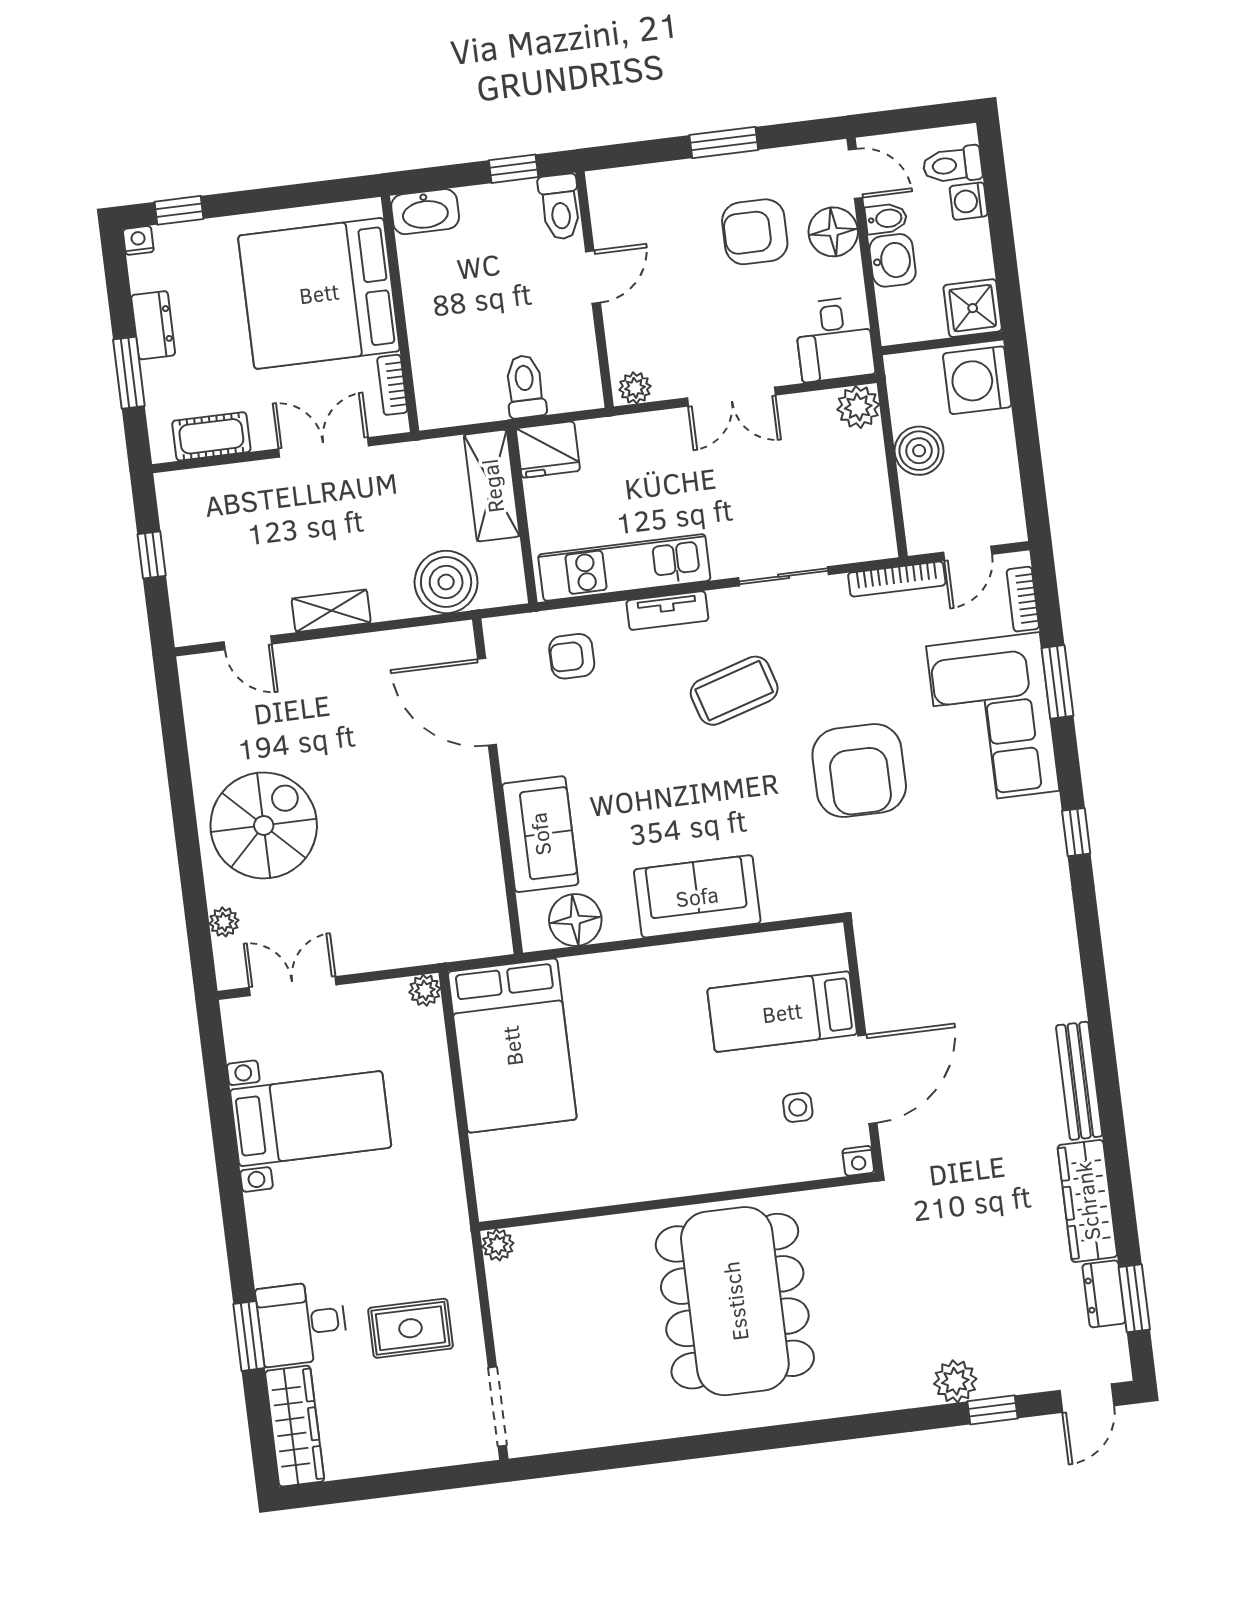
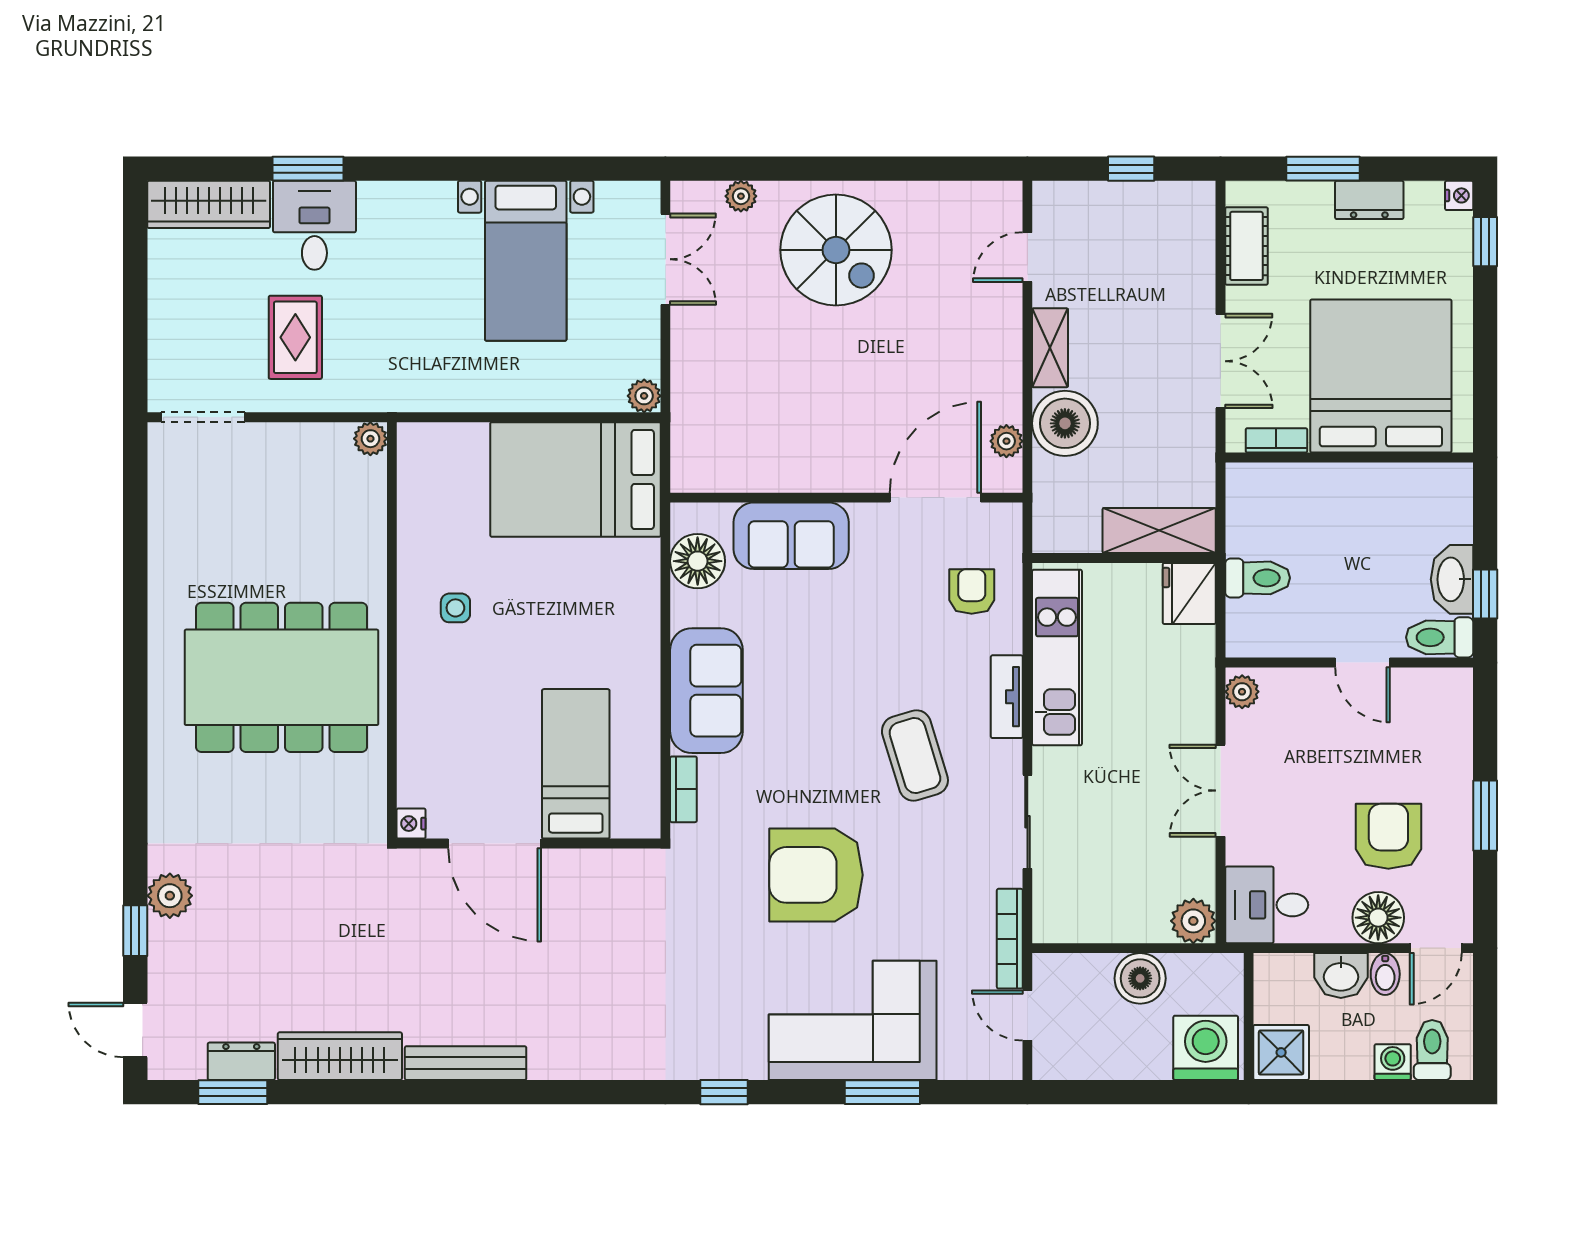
washbasin: (425, 212) -> (1452, 579), moved
boiler: (446, 582) -> (1065, 423), moved
bookcase: (1023, 599) -> (683, 789), moved, turned 90
plant: (425, 641) -> (1006, 441), added
side table: (798, 1107) -> (455, 608), moved

